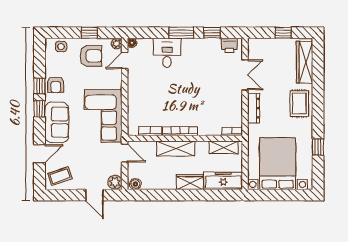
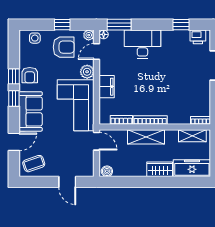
window: (181, 33) -> (119, 25), moved
desk: (167, 53) -> (142, 44), width x1.37
filing cabinet: (135, 97) -> (107, 87), added
plant: (115, 182) -> (87, 72), moved

